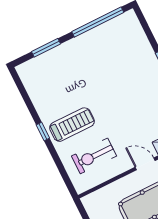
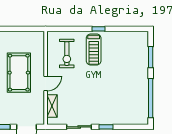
exercise bike: (94, 156) -> (67, 54), turned 180

